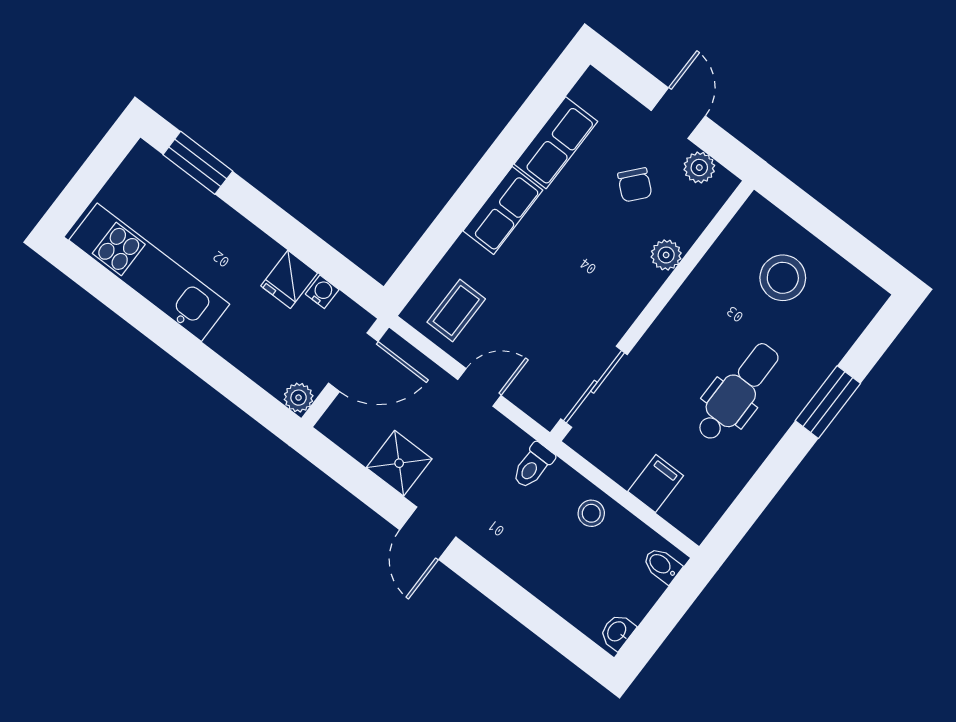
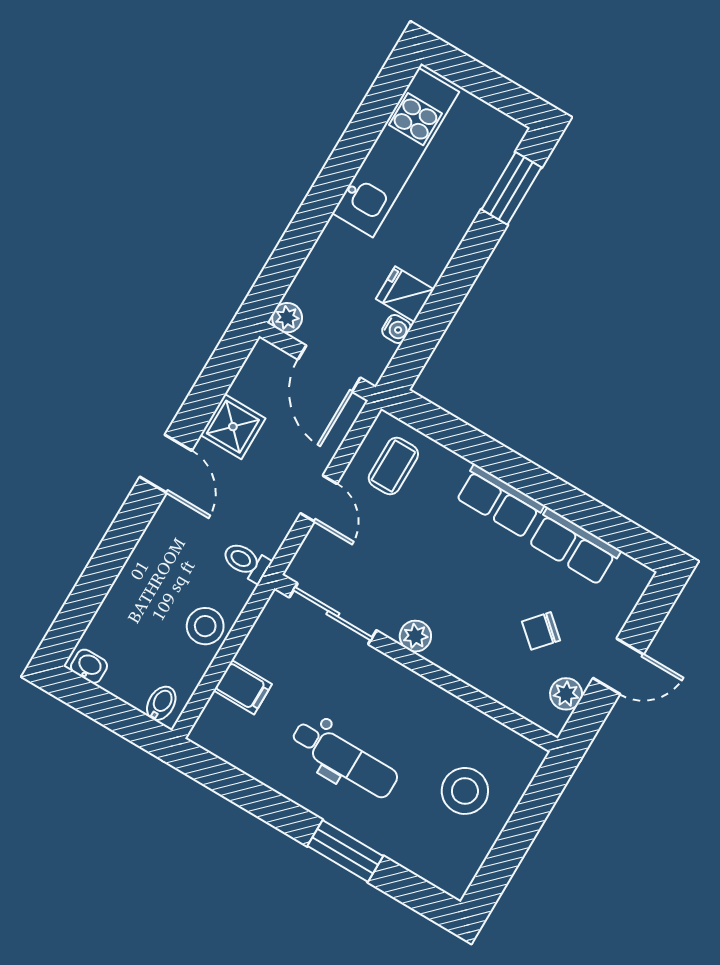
plant: (666, 255) -> (415, 636), moved
coffee table: (456, 310) -> (393, 466), turned 90
stool: (591, 513) -> (205, 626), width x1.37, depth x1.37
door: (428, 533) -> (166, 464), swing flipped

